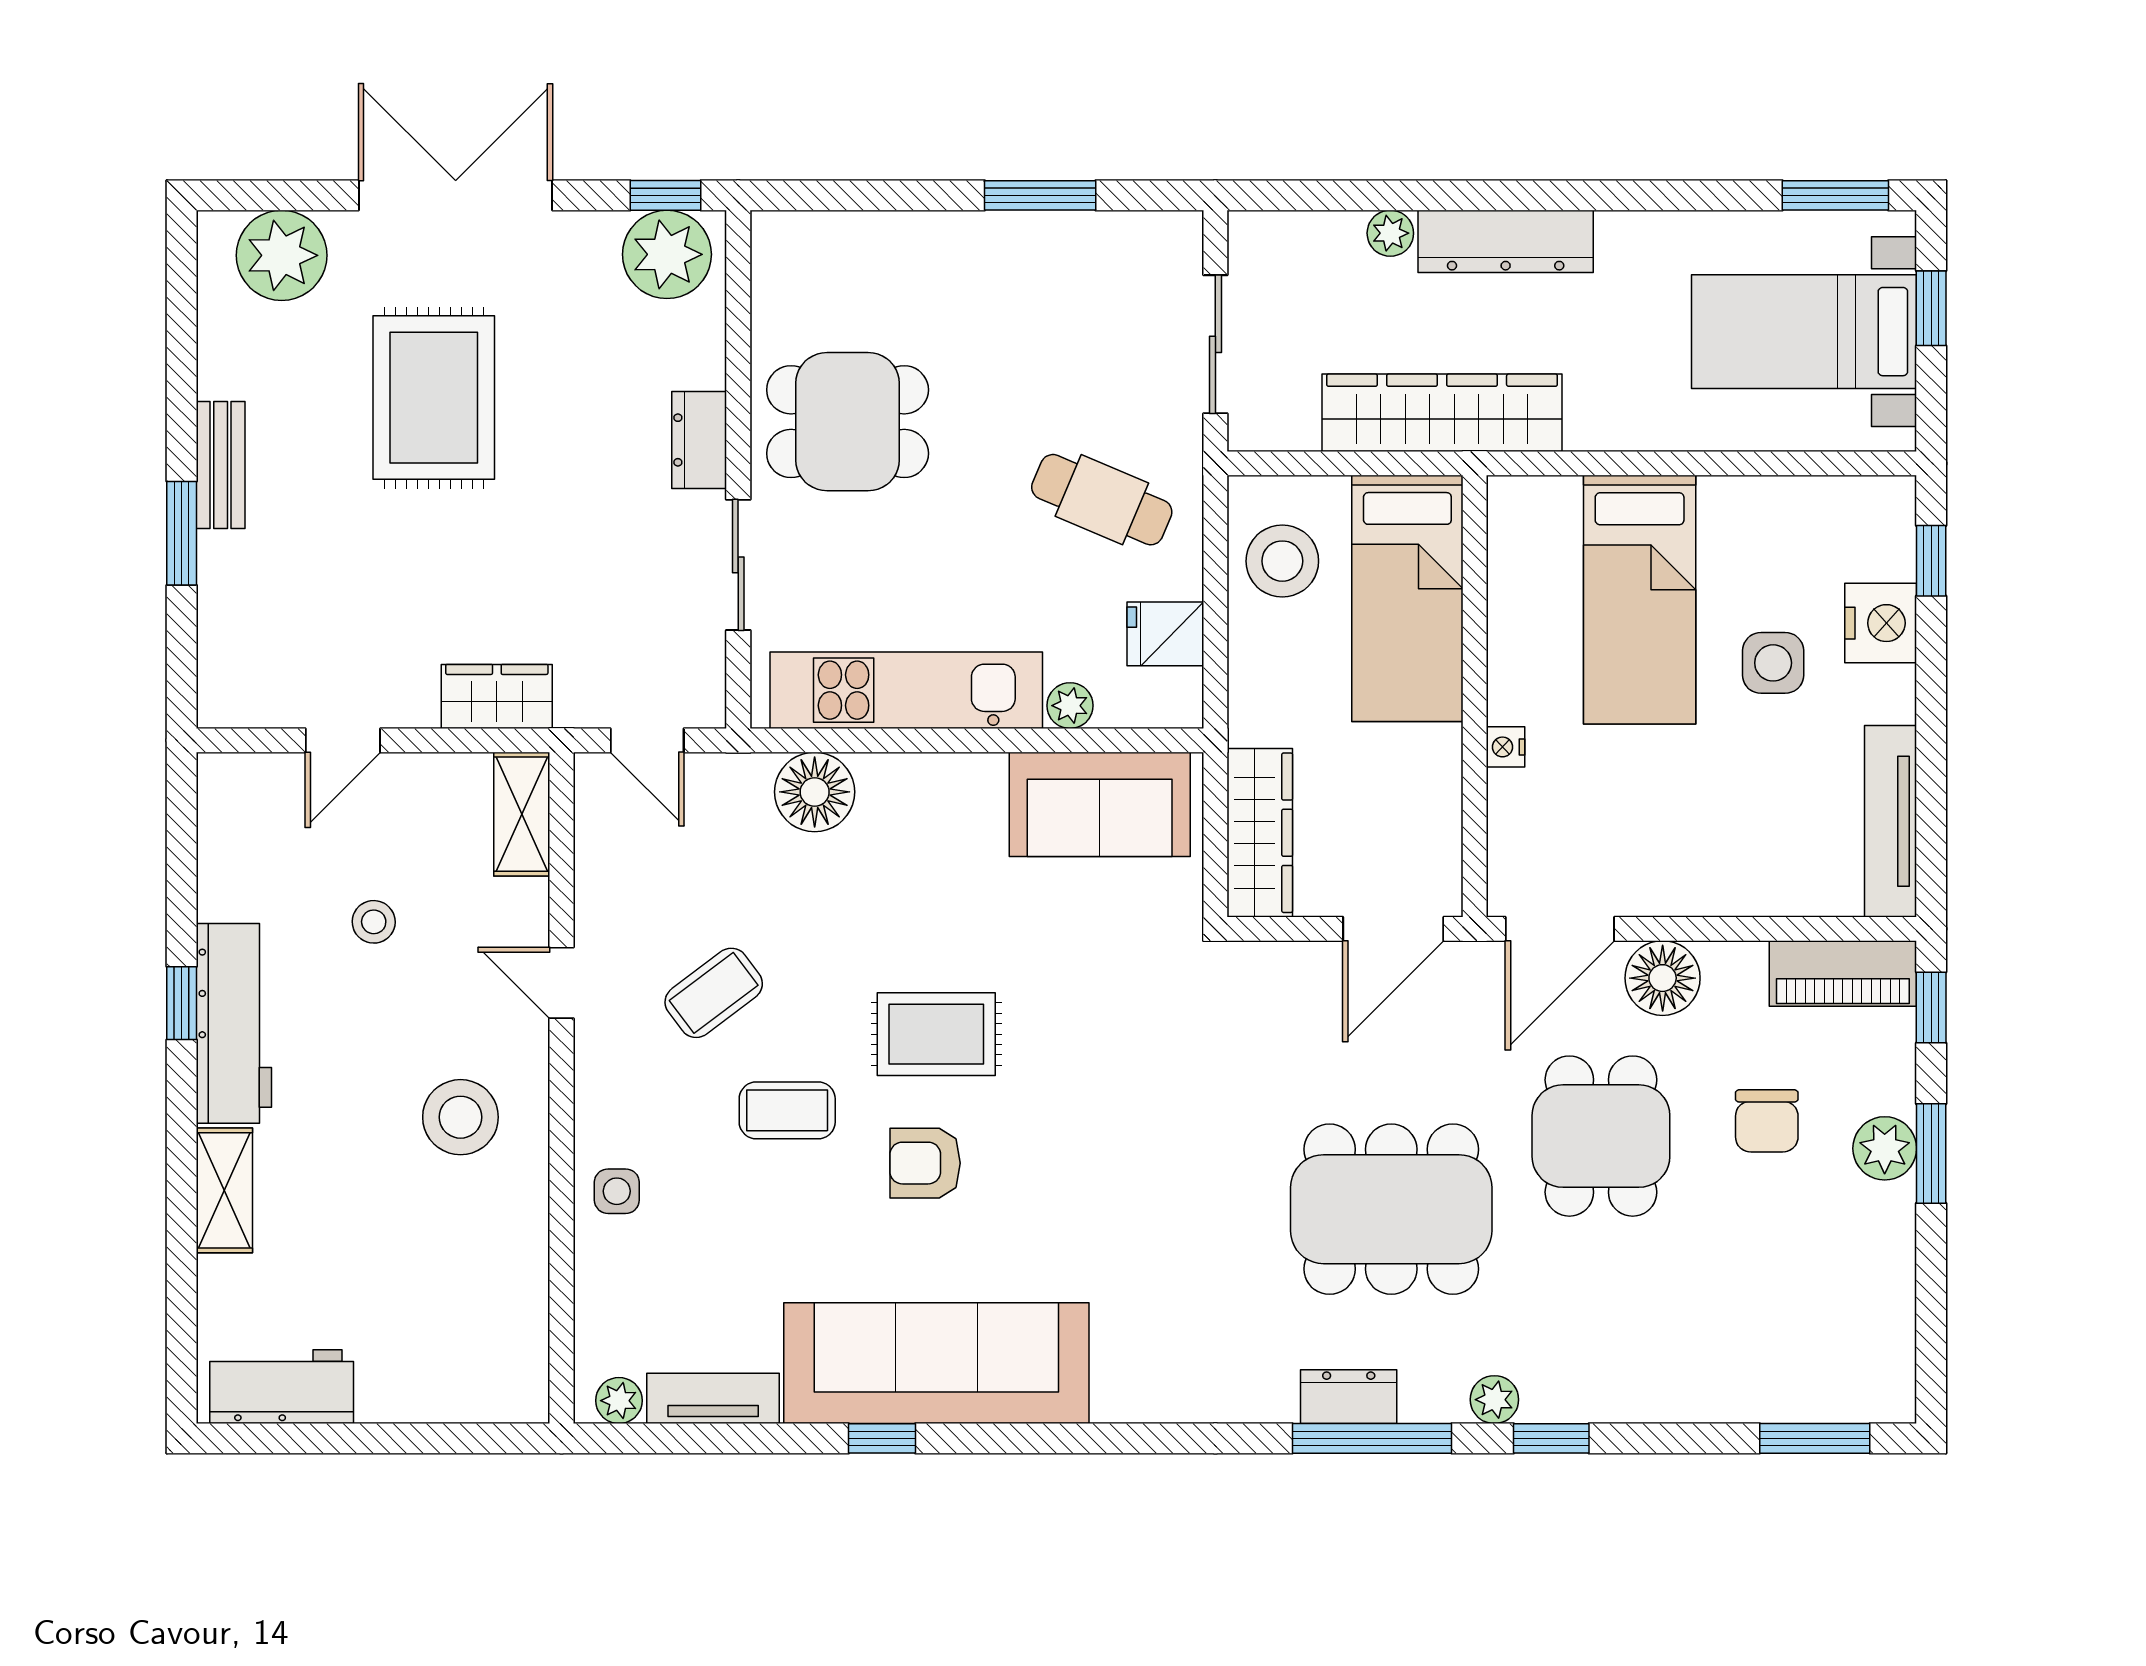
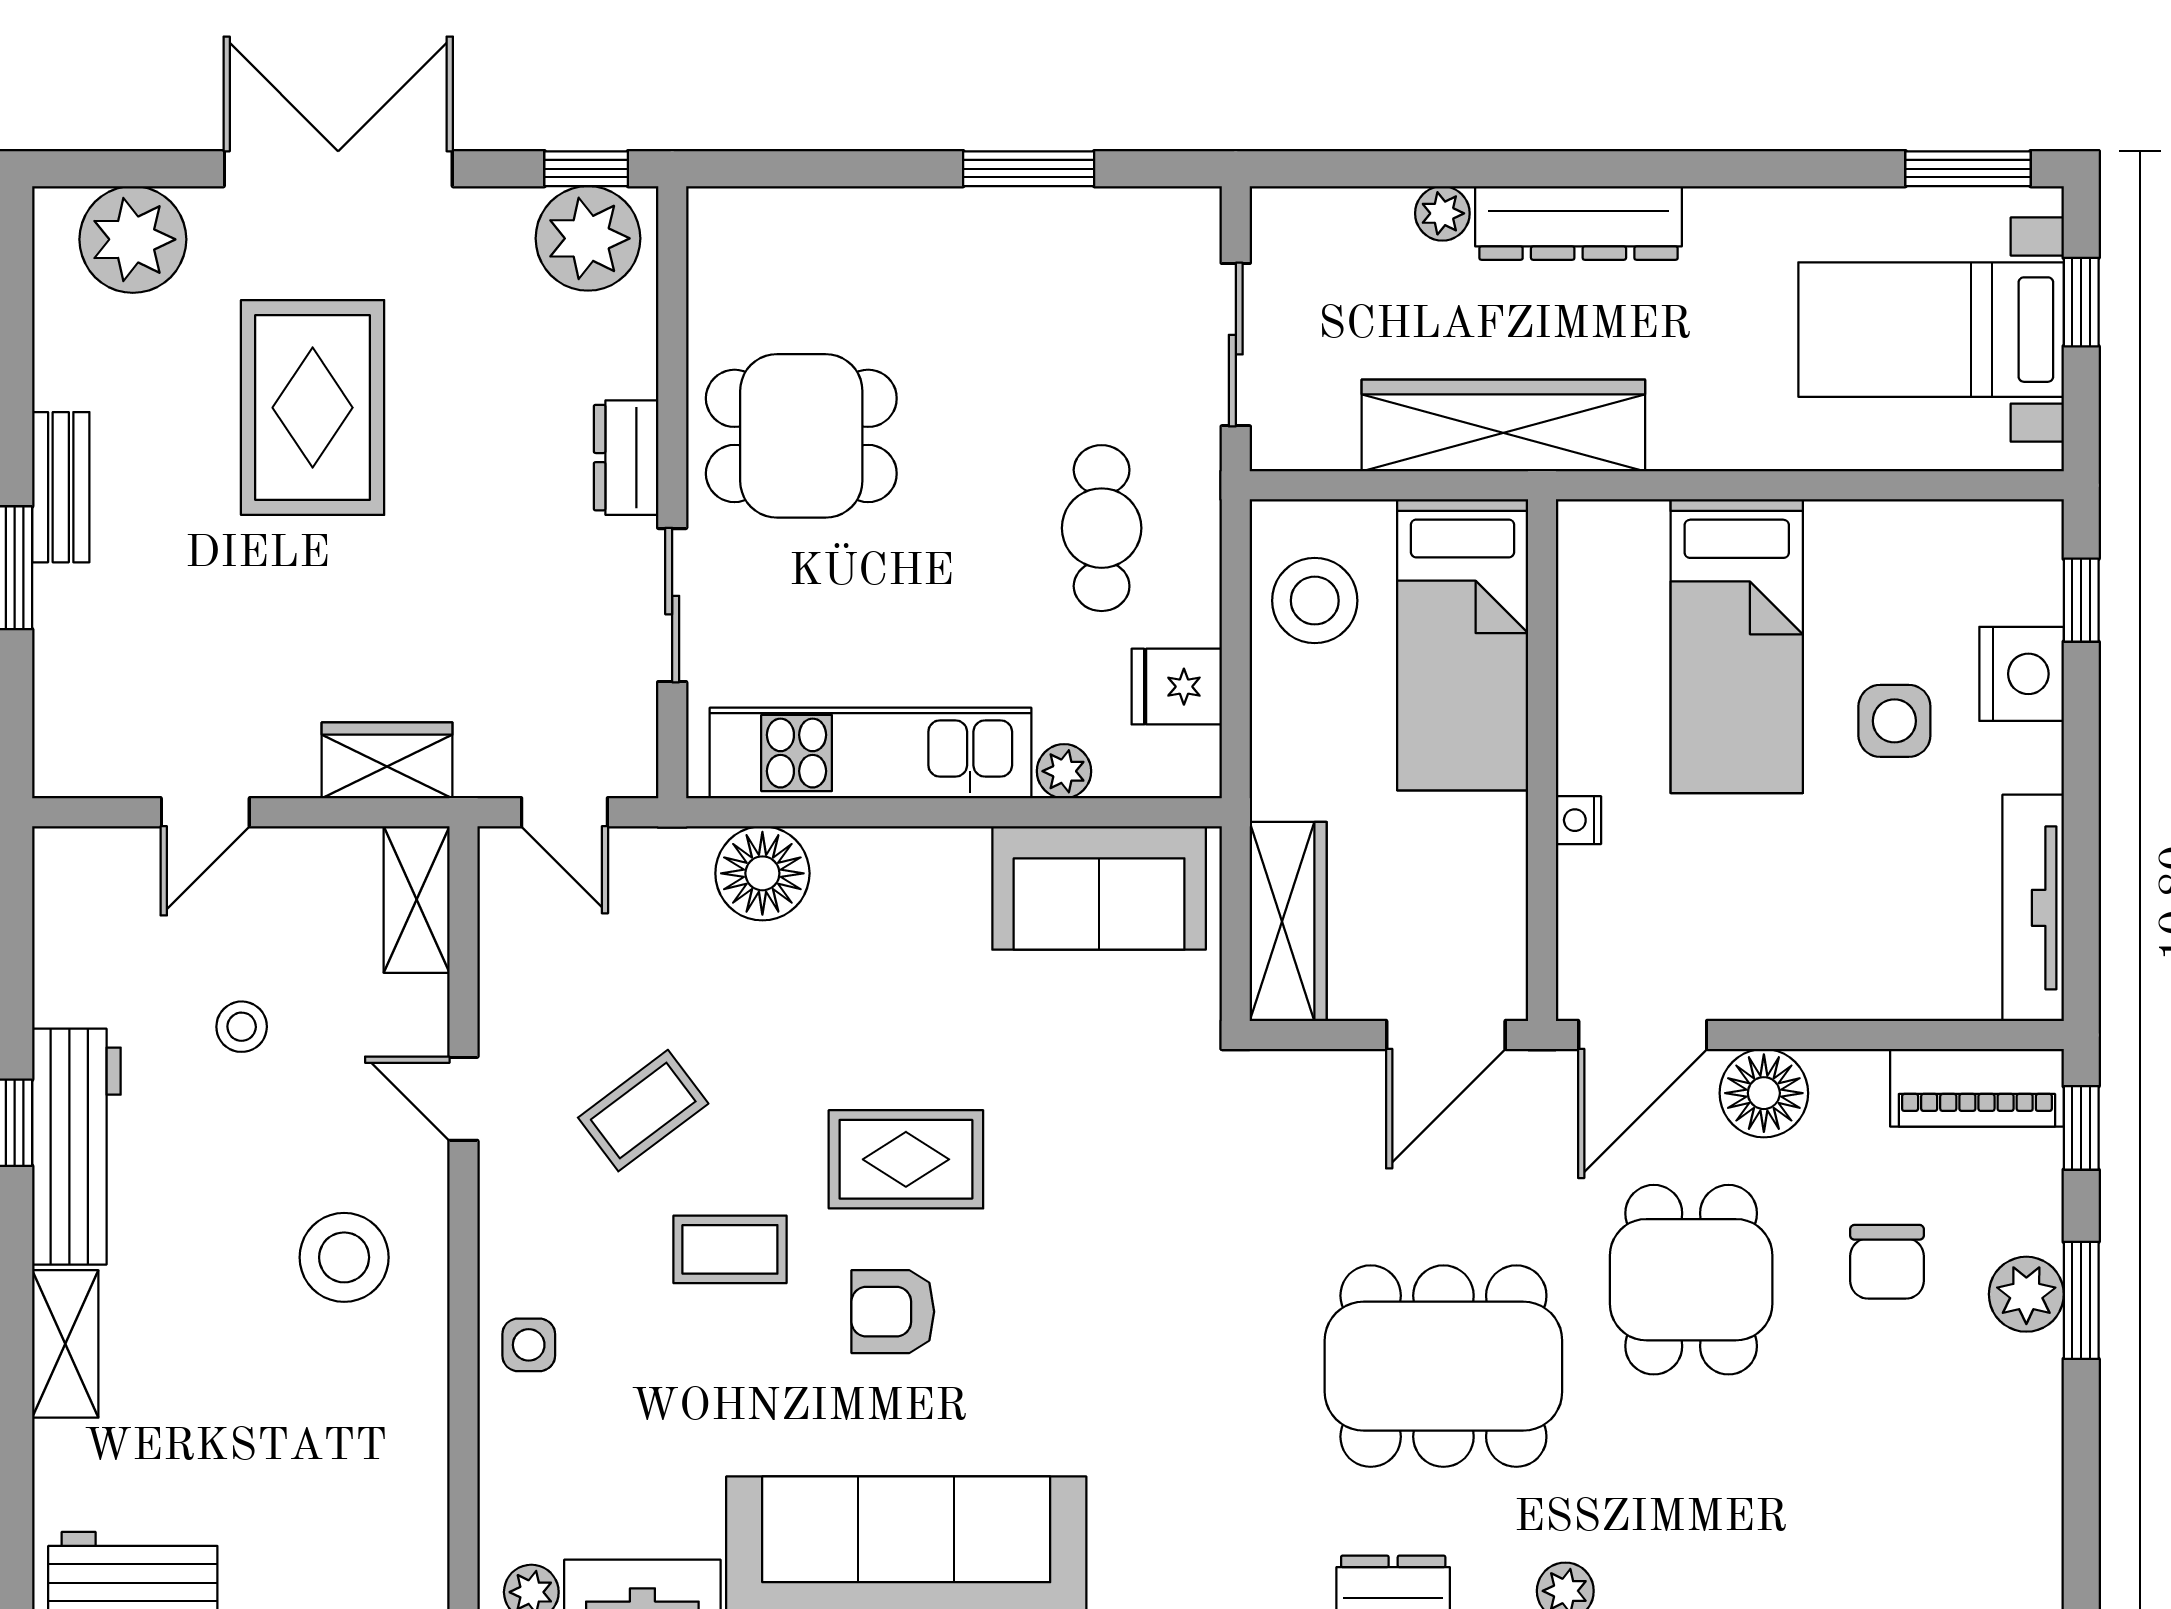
cafe table: (1102, 500) -> (1102, 528), turned 67

